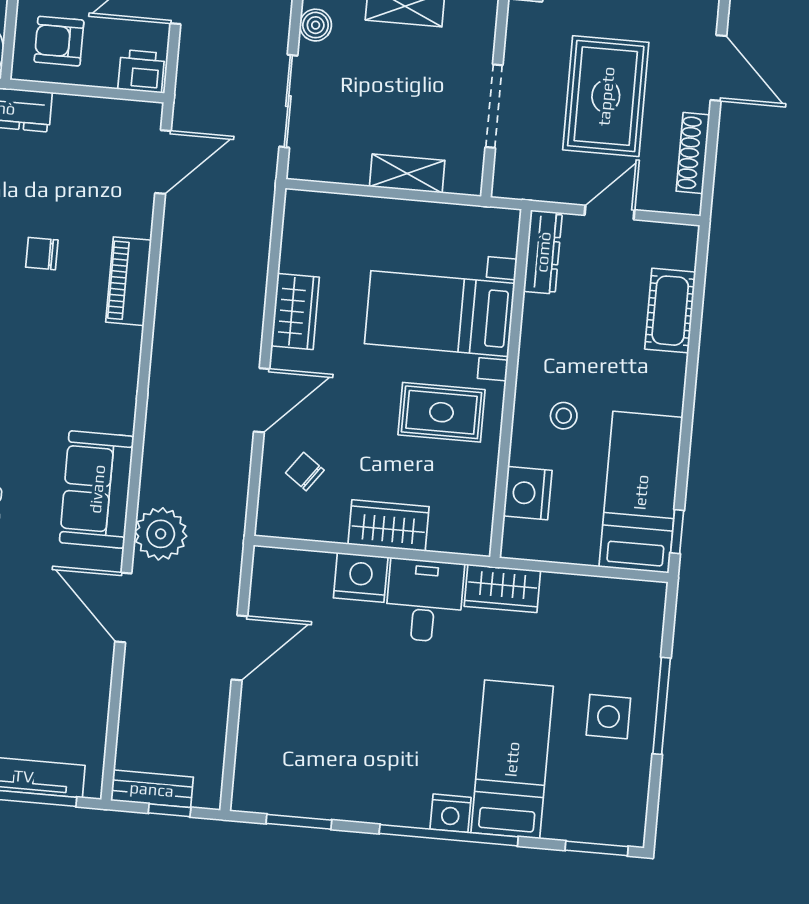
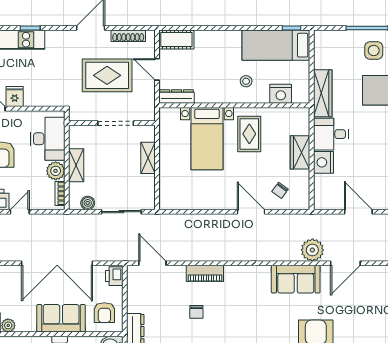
cot: (670, 311) -> (176, 40), moved
wardrobe: (295, 312) -> (212, 201), removed
wardrobe: (502, 588) -> (323, 93), width x1.50

